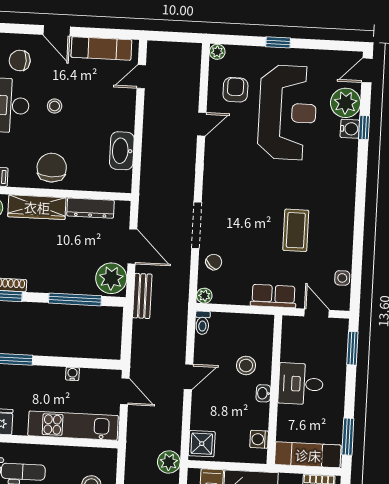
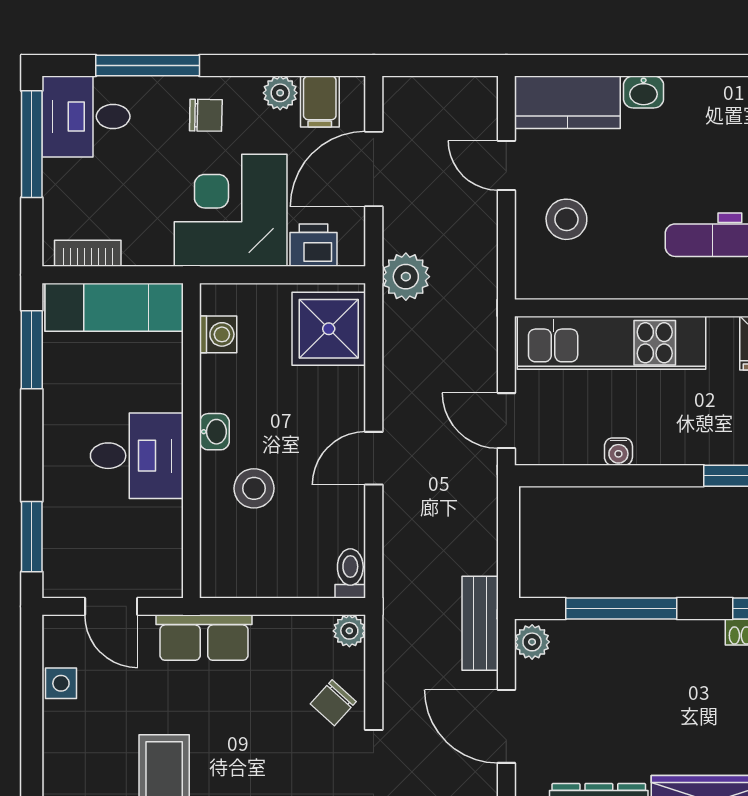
plant: (111, 278) -> (532, 642), width x0.53, depth x0.53
shower: (202, 444) -> (329, 329), width x1.36, depth x1.36

